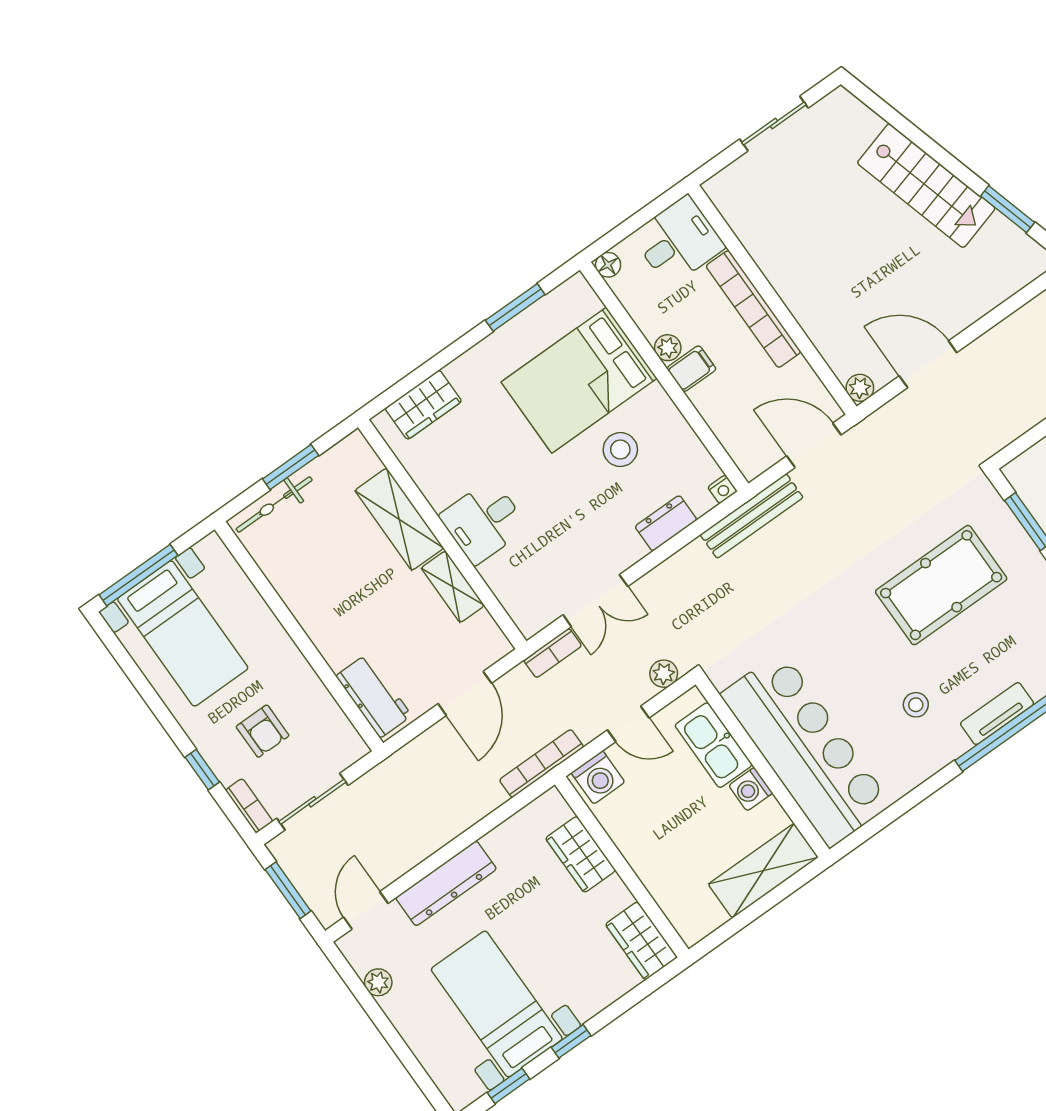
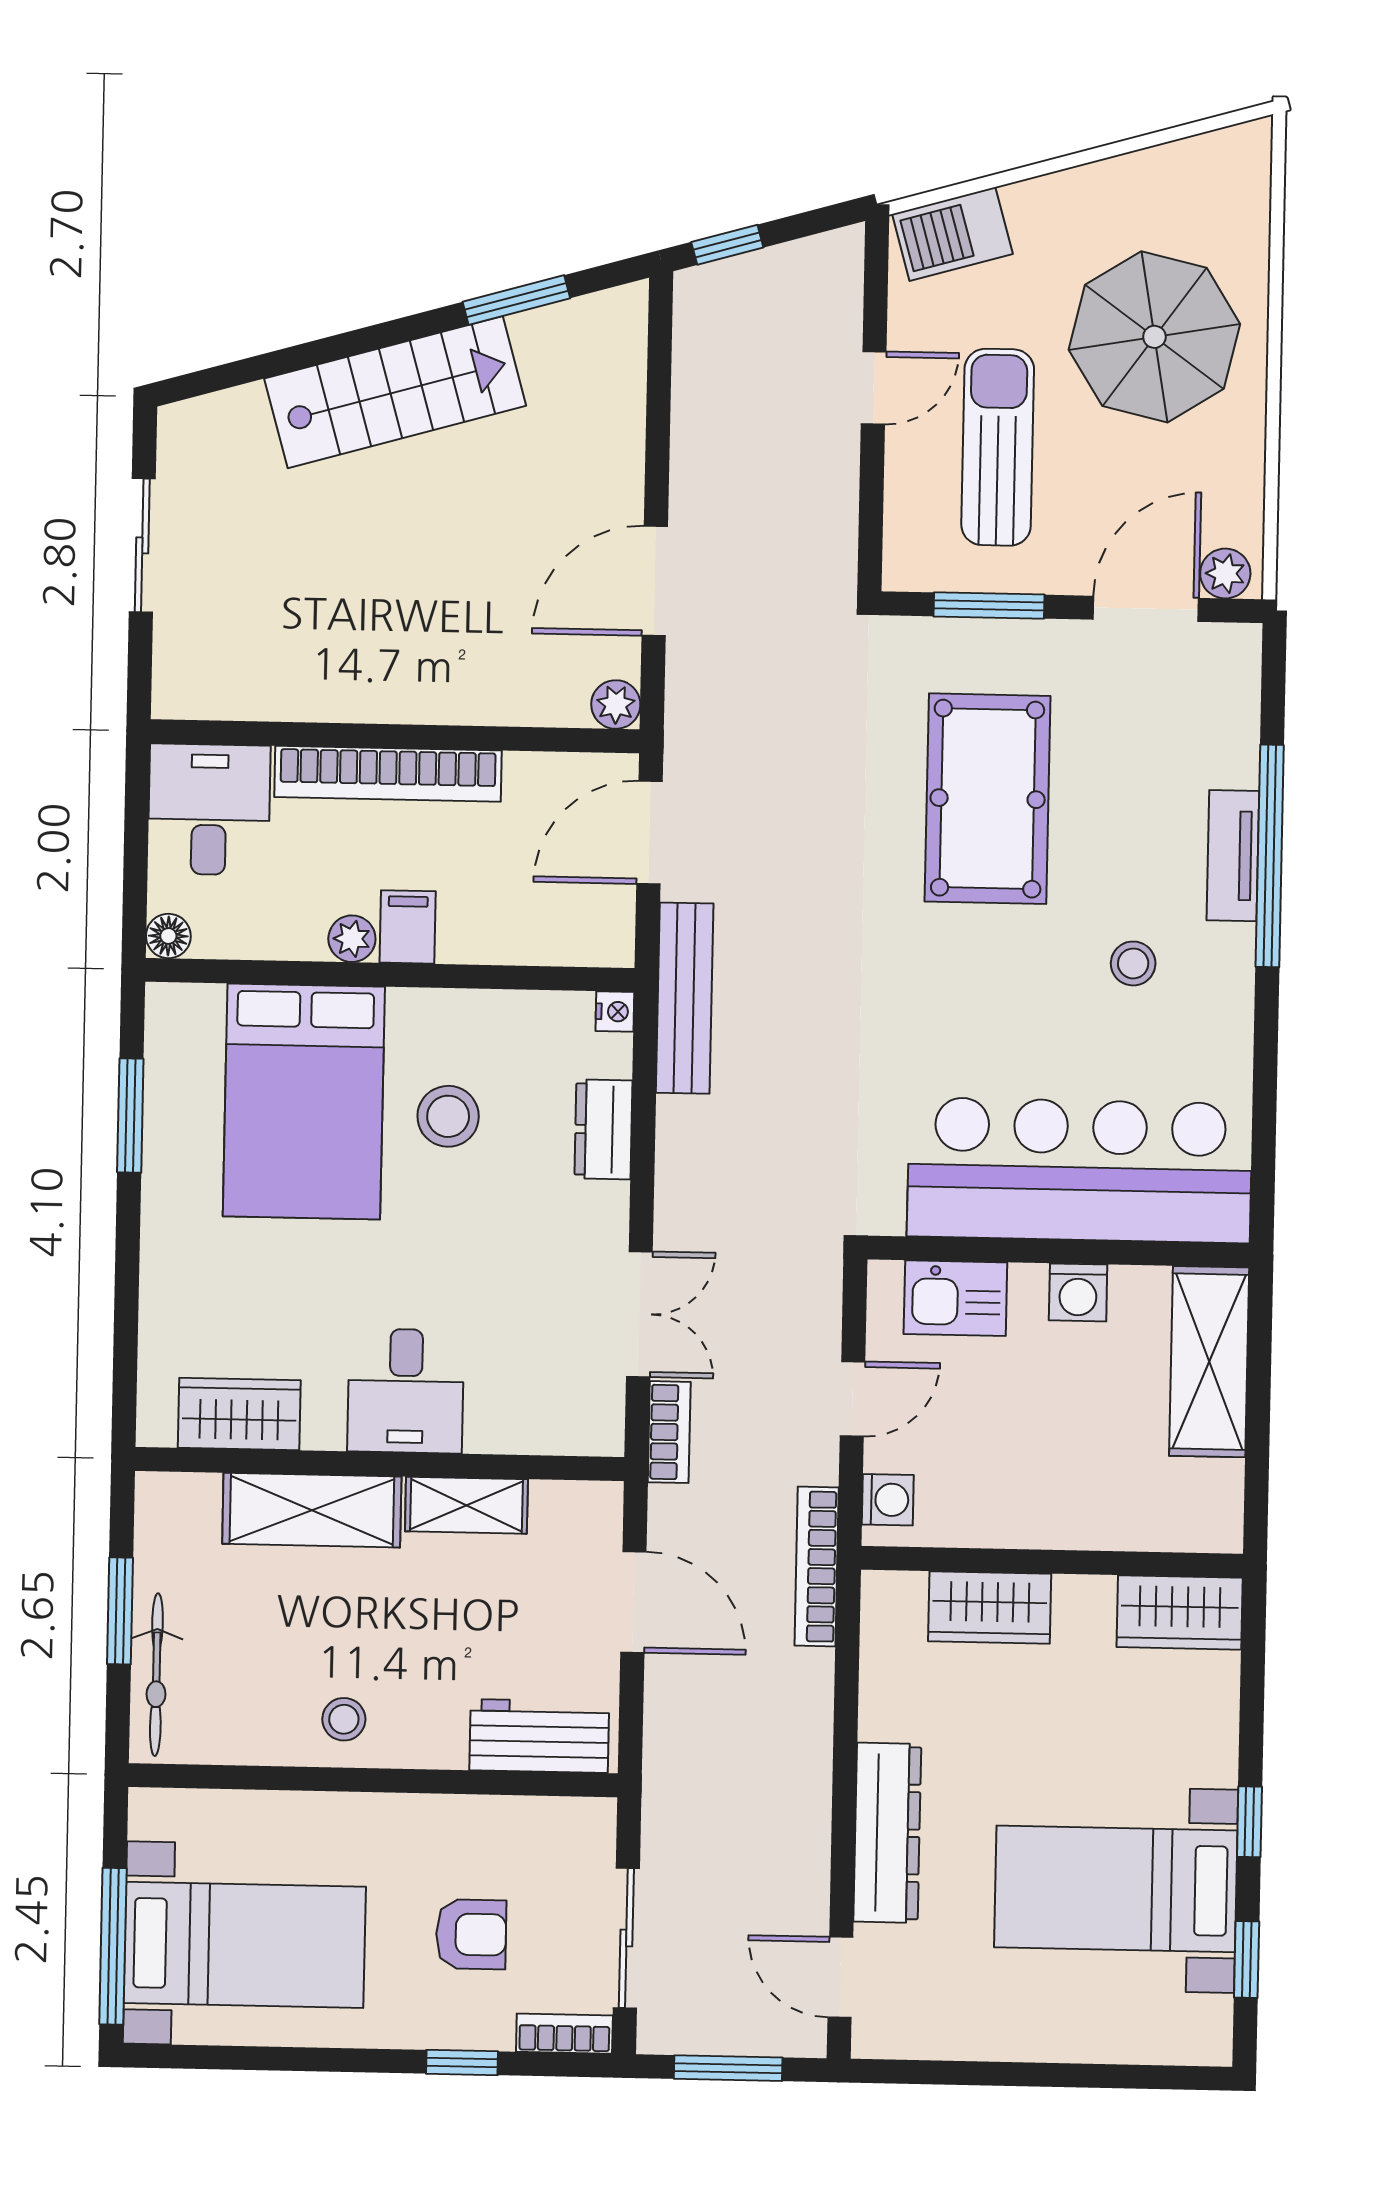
wardrobe: (423, 405) -> (239, 1414), moved, turned -90
stool: (316, 603) -> (344, 1719), added
plant: (664, 674) -> (818, 1294), removed
kitchen sink: (713, 745) -> (955, 1298), width x0.73
washing machine: (598, 777) -> (888, 1500), width x0.73, depth x0.73
plant: (378, 982) -> (957, 2037), removed

